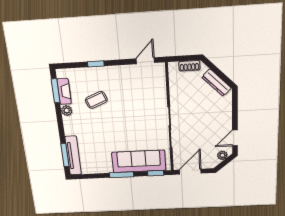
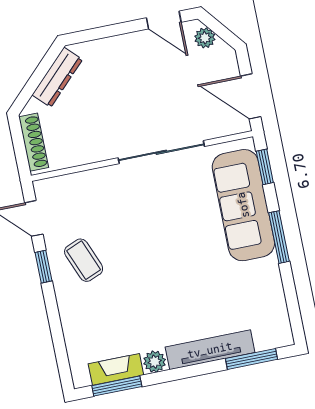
window: (96, 64) -> (44, 267), moved
shoe rack: (189, 66) -> (34, 142), width x1.43
coffee table: (96, 100) -> (84, 260), moved
tv unit: (73, 156) -> (210, 350), moved

